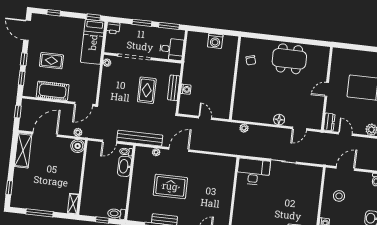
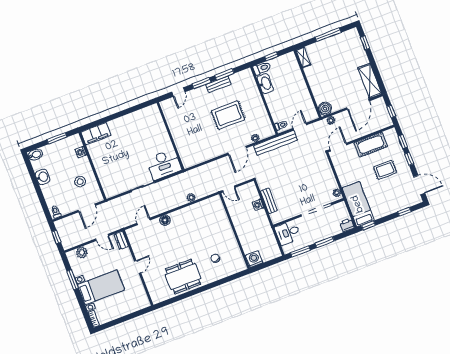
wall: (235, 78) -> (234, 231), moved
rug: (147, 90) -> (291, 187), removed
washbasin: (124, 166) -> (265, 84), moved

